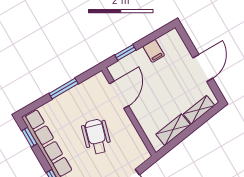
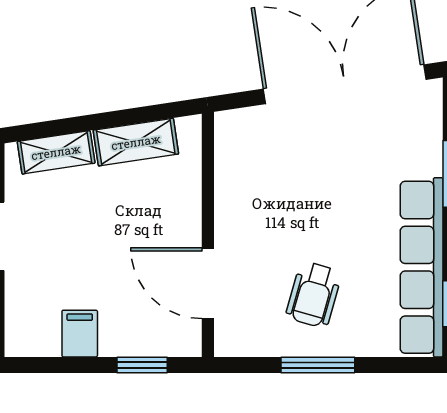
door: (119, 95) -> (208, 283), hinge flipped
wheelchair: (96, 137) -> (314, 295), moved, width x0.73, depth x0.73

